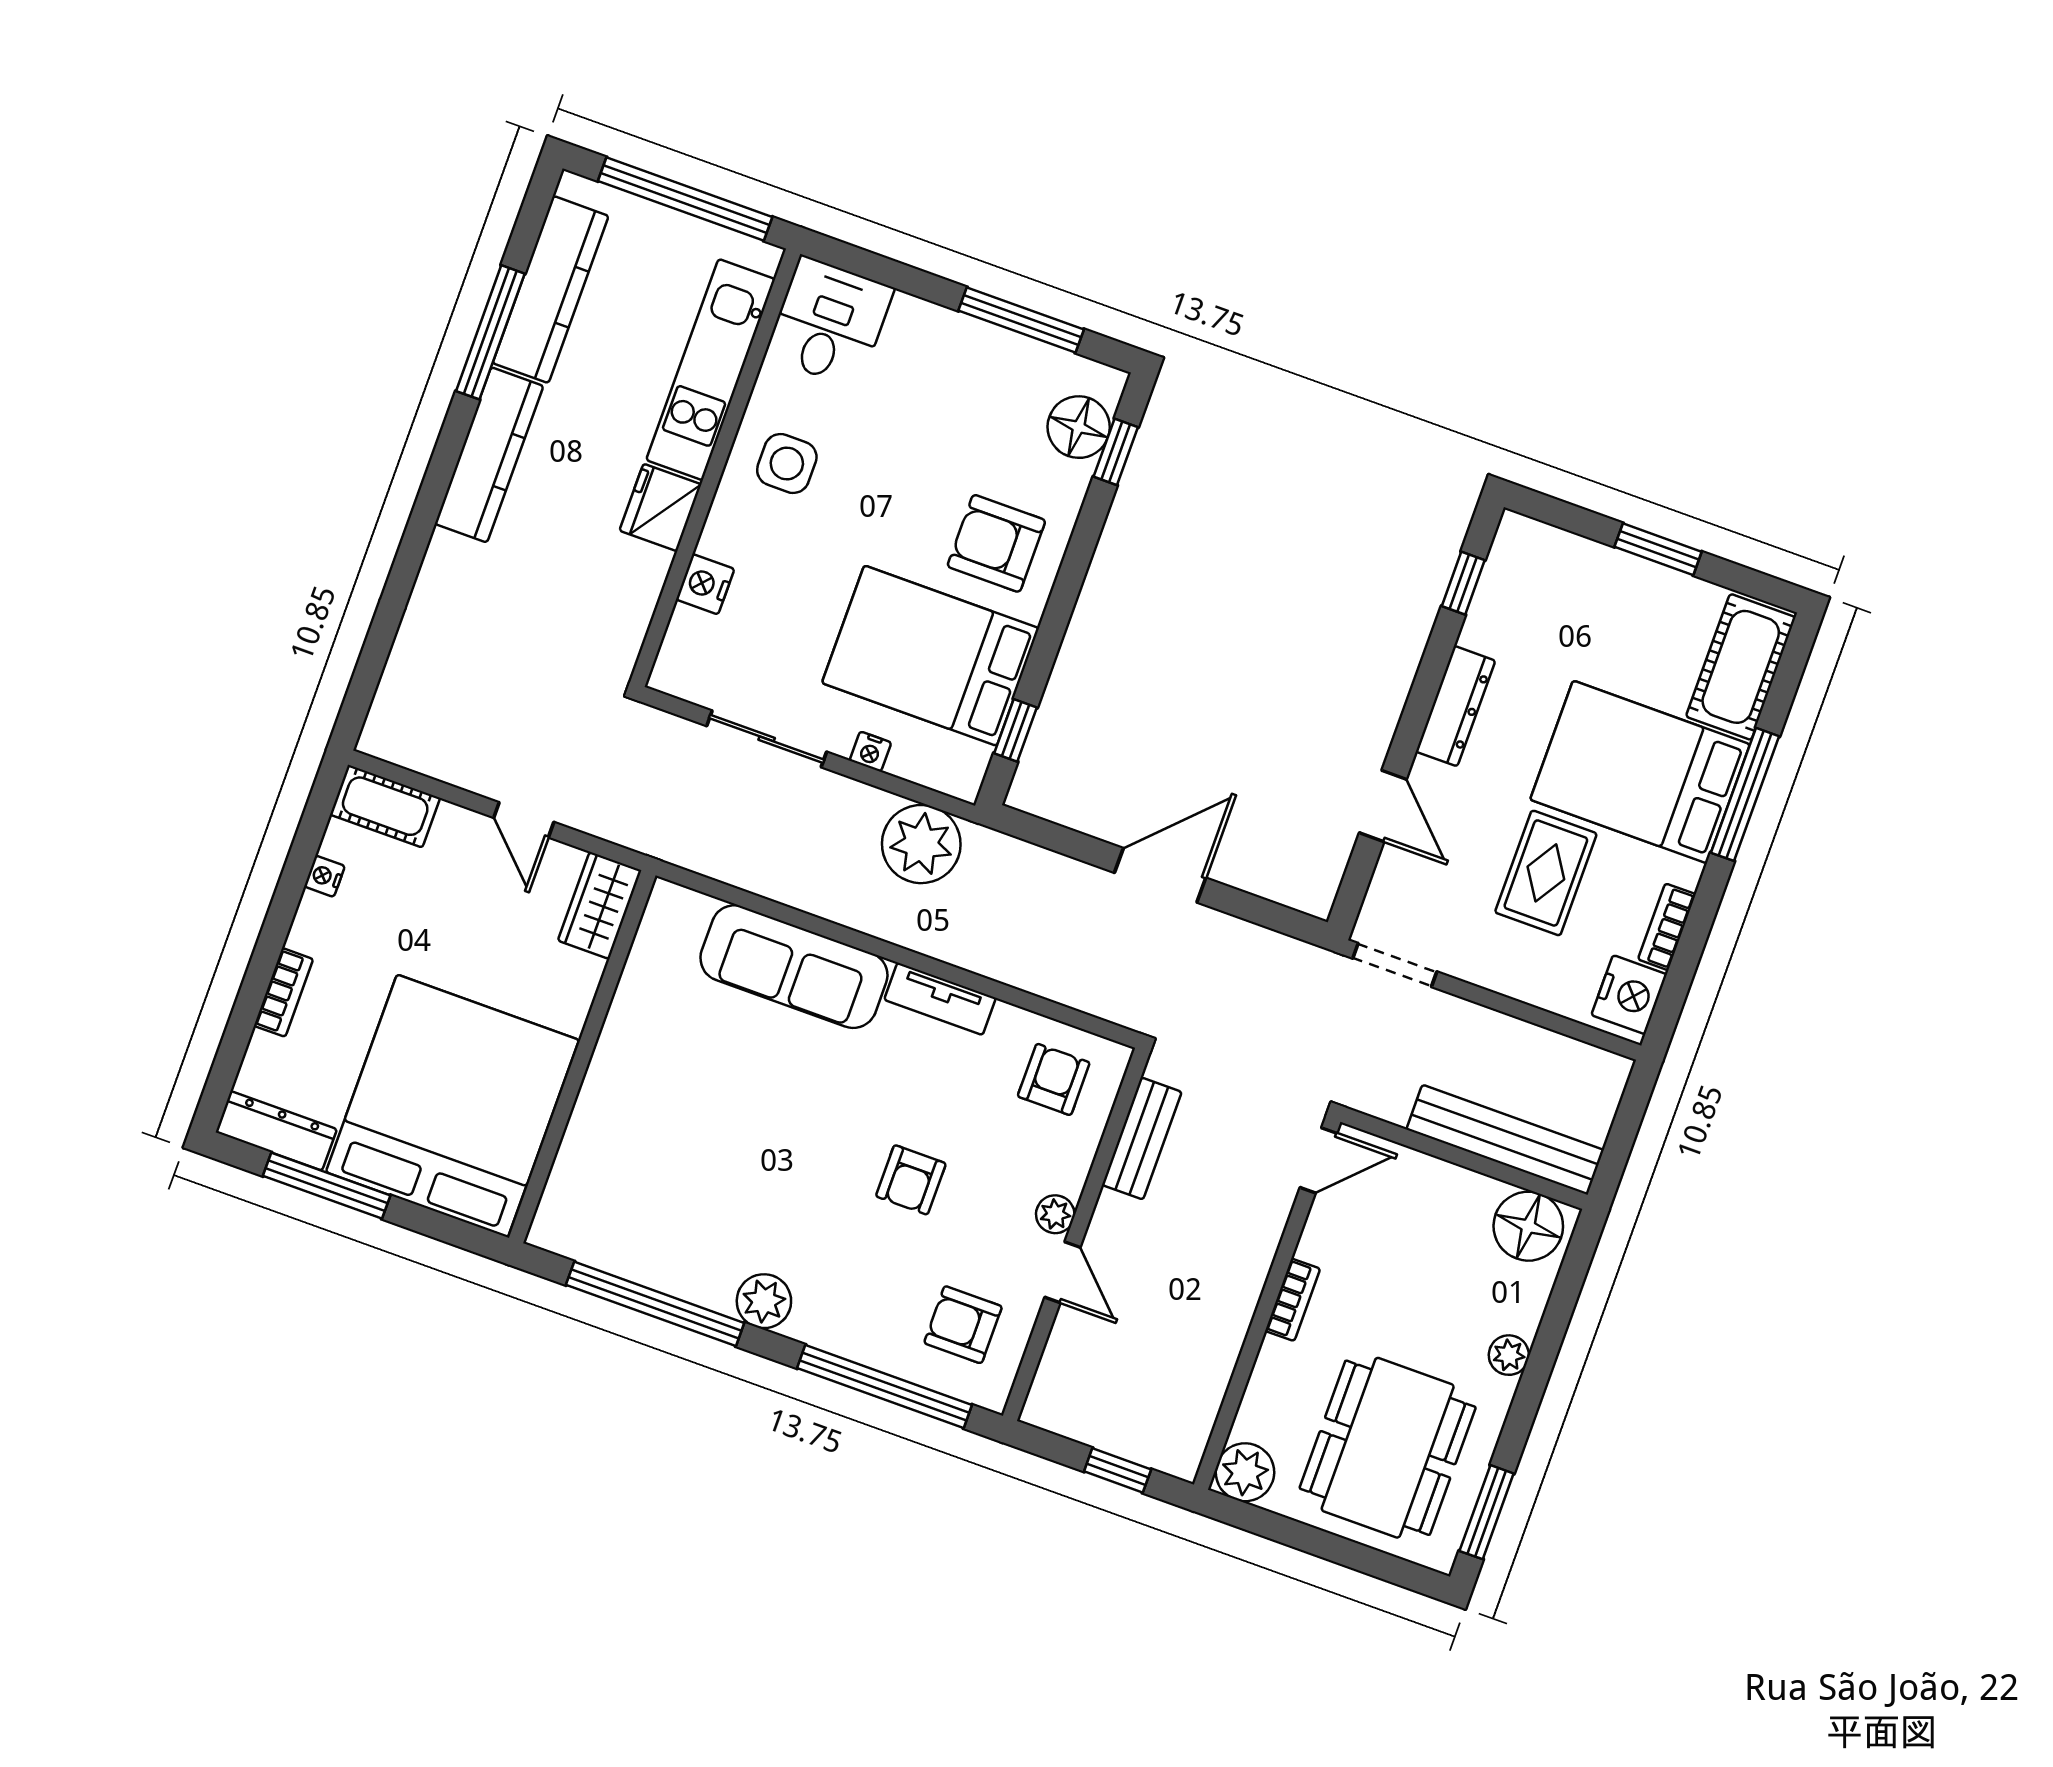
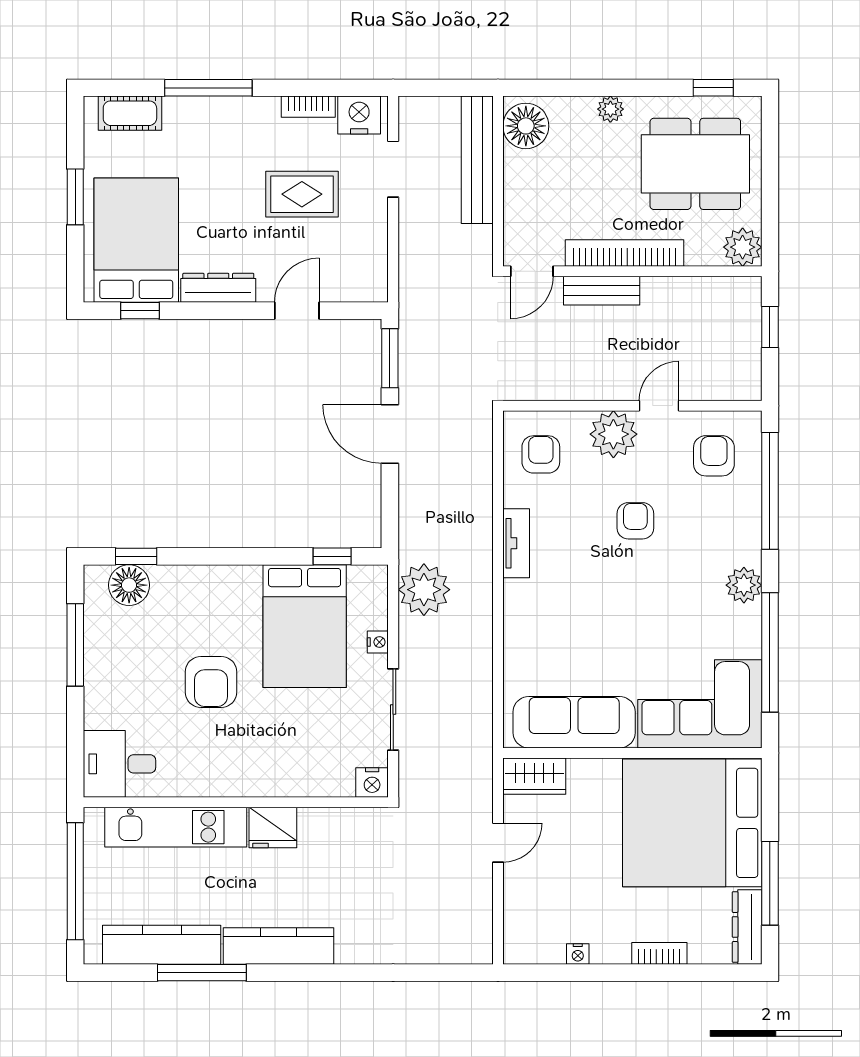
side table: (787, 463) -> (217, 759), removed
armchair: (996, 543) -> (211, 682), moved
nightstand: (705, 584) -> (372, 782), moved
cot: (1741, 667) -> (130, 113), width x0.73, depth x0.75
bed: (1640, 772) -> (136, 240), moved, turned 180
cot: (385, 806) -> (521, 932), removed
window: (1268, 914) -> (390, 358), added
doorway: (1395, 965) -> (393, 169), moved
sofa: (794, 967) -> (574, 722), moved, turned -90
armchair: (1054, 1079) -> (541, 454), turned 90
bench: (1142, 1138) -> (602, 291), moved
door: (1319, 1160) -> (532, 271), swing flipped
corner sofa: (618, 1178) -> (700, 704), added
armchair: (911, 1180) -> (635, 521), turned -90
plant: (1055, 1214) -> (613, 434), width x1.88, depth x1.88
bookcase: (1293, 1300) -> (624, 253), width x2.31, depth x1.31
armchair: (963, 1325) -> (714, 456), turned 180
window: (1487, 1512) -> (713, 88), width x0.67

